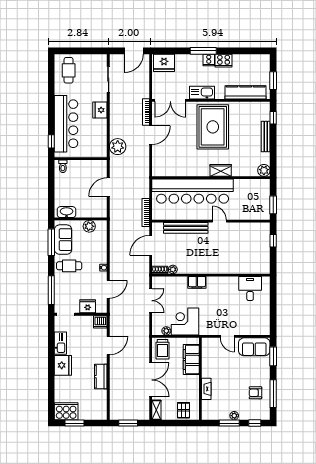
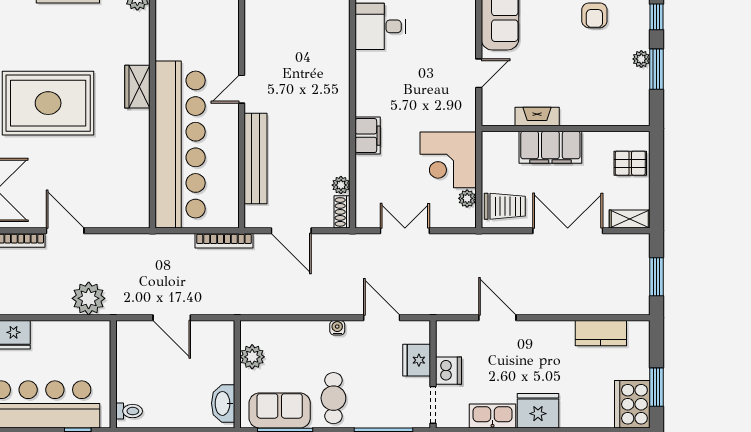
dishwasher: (100, 322) -> (449, 371), moved
filing cabinet: (191, 359) -> (550, 147), moved
kitchen counter: (101, 377) -> (601, 333), moved
fireplace: (206, 389) -> (537, 117), moved

